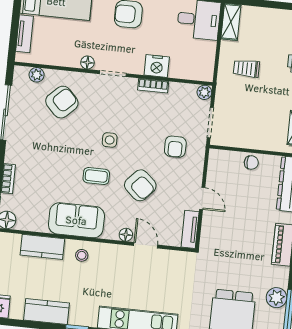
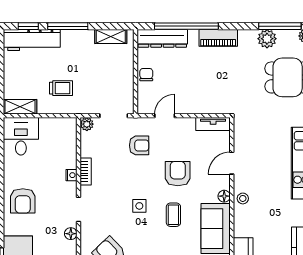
nightstand: (157, 66) -> (72, 175), width x0.53, depth x0.56
trolley: (246, 68) -> (61, 88), turned -90
armchair: (140, 185) -> (178, 174), turned -42
door: (202, 198) -> (165, 116), moved
floor lamp: (126, 235) -> (224, 196), moved
stool: (82, 255) -> (243, 198), moved

